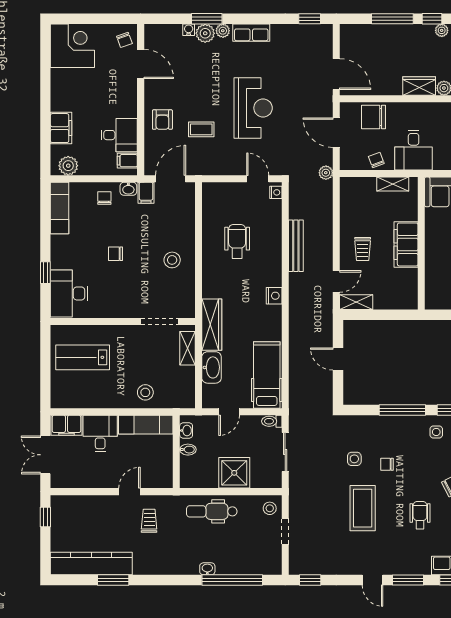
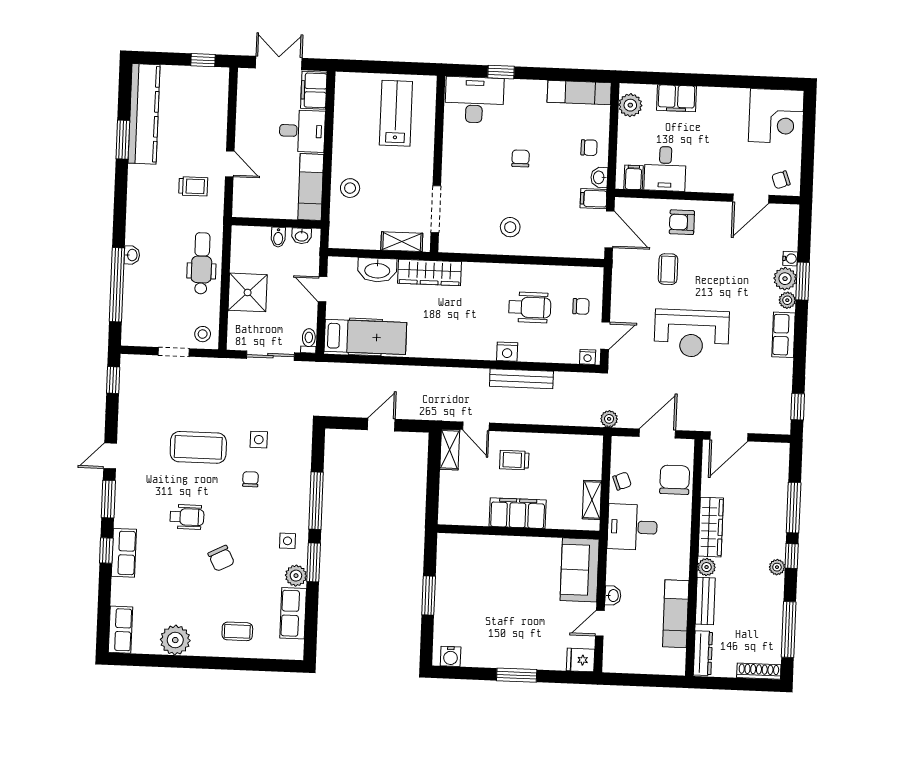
wardrobe: (419, 86) -> (711, 527), width x1.50
chair: (235, 199) -> (581, 306), added
nightstand: (274, 296) -> (507, 352), moved

